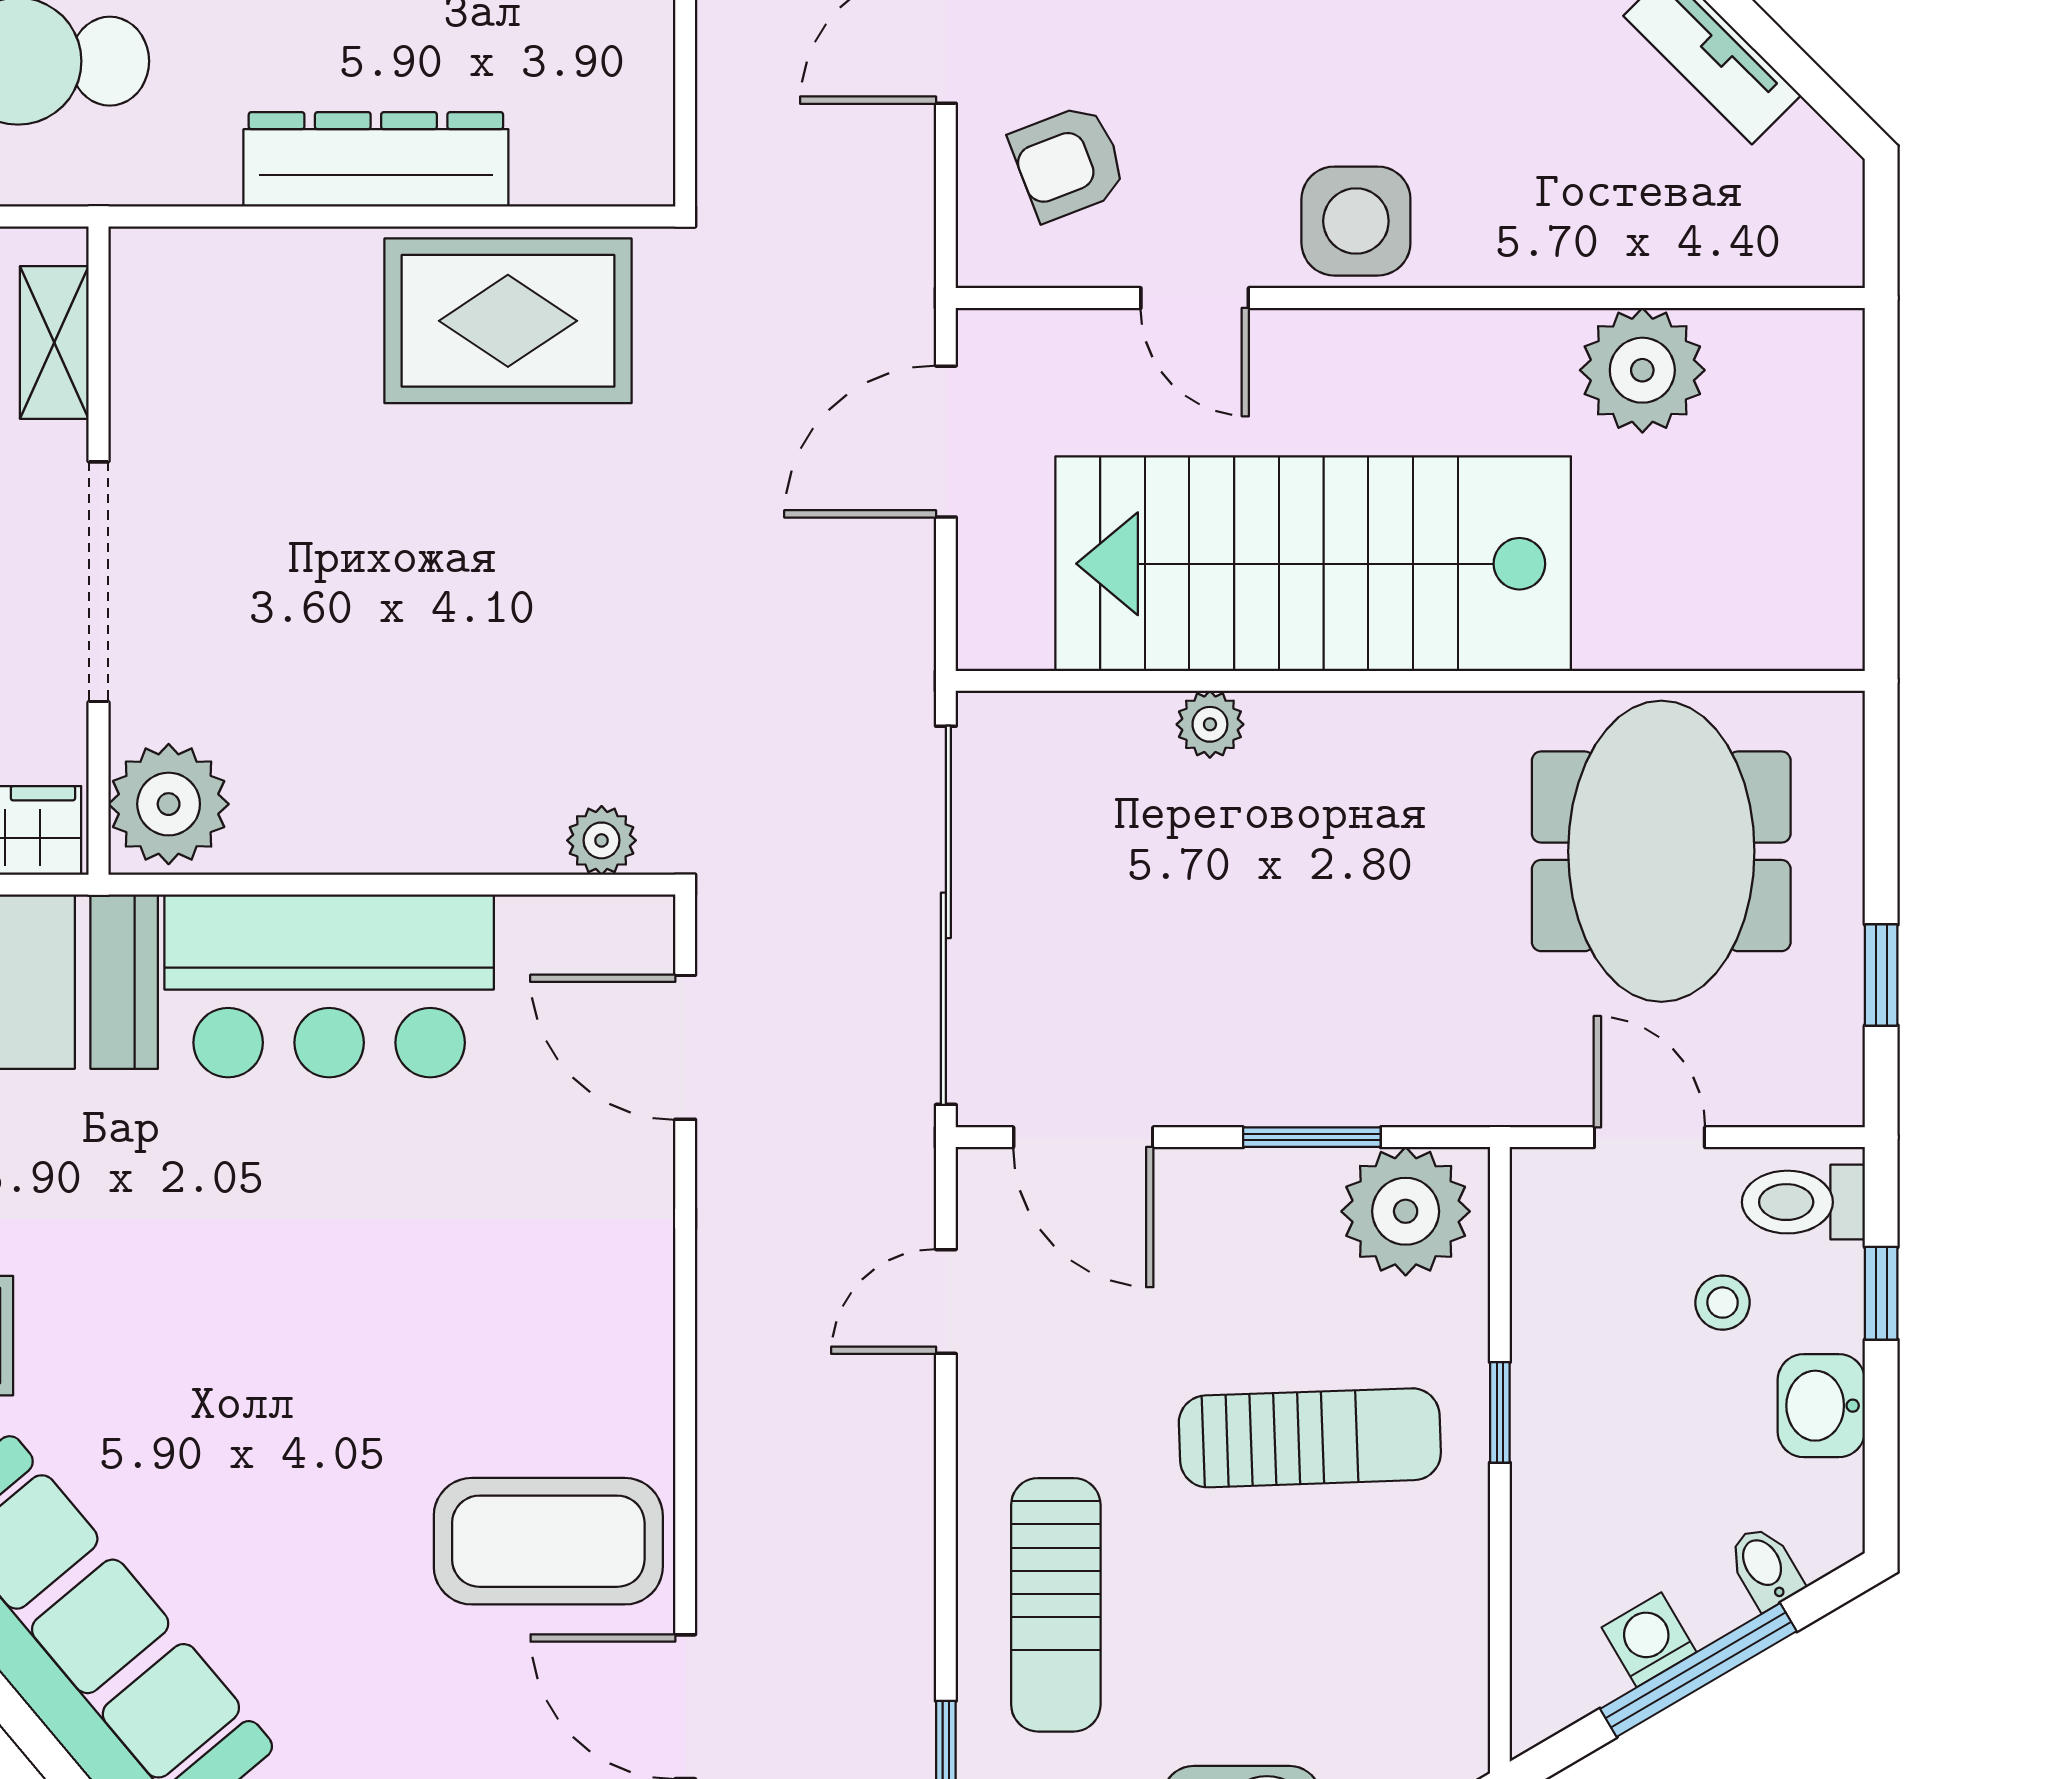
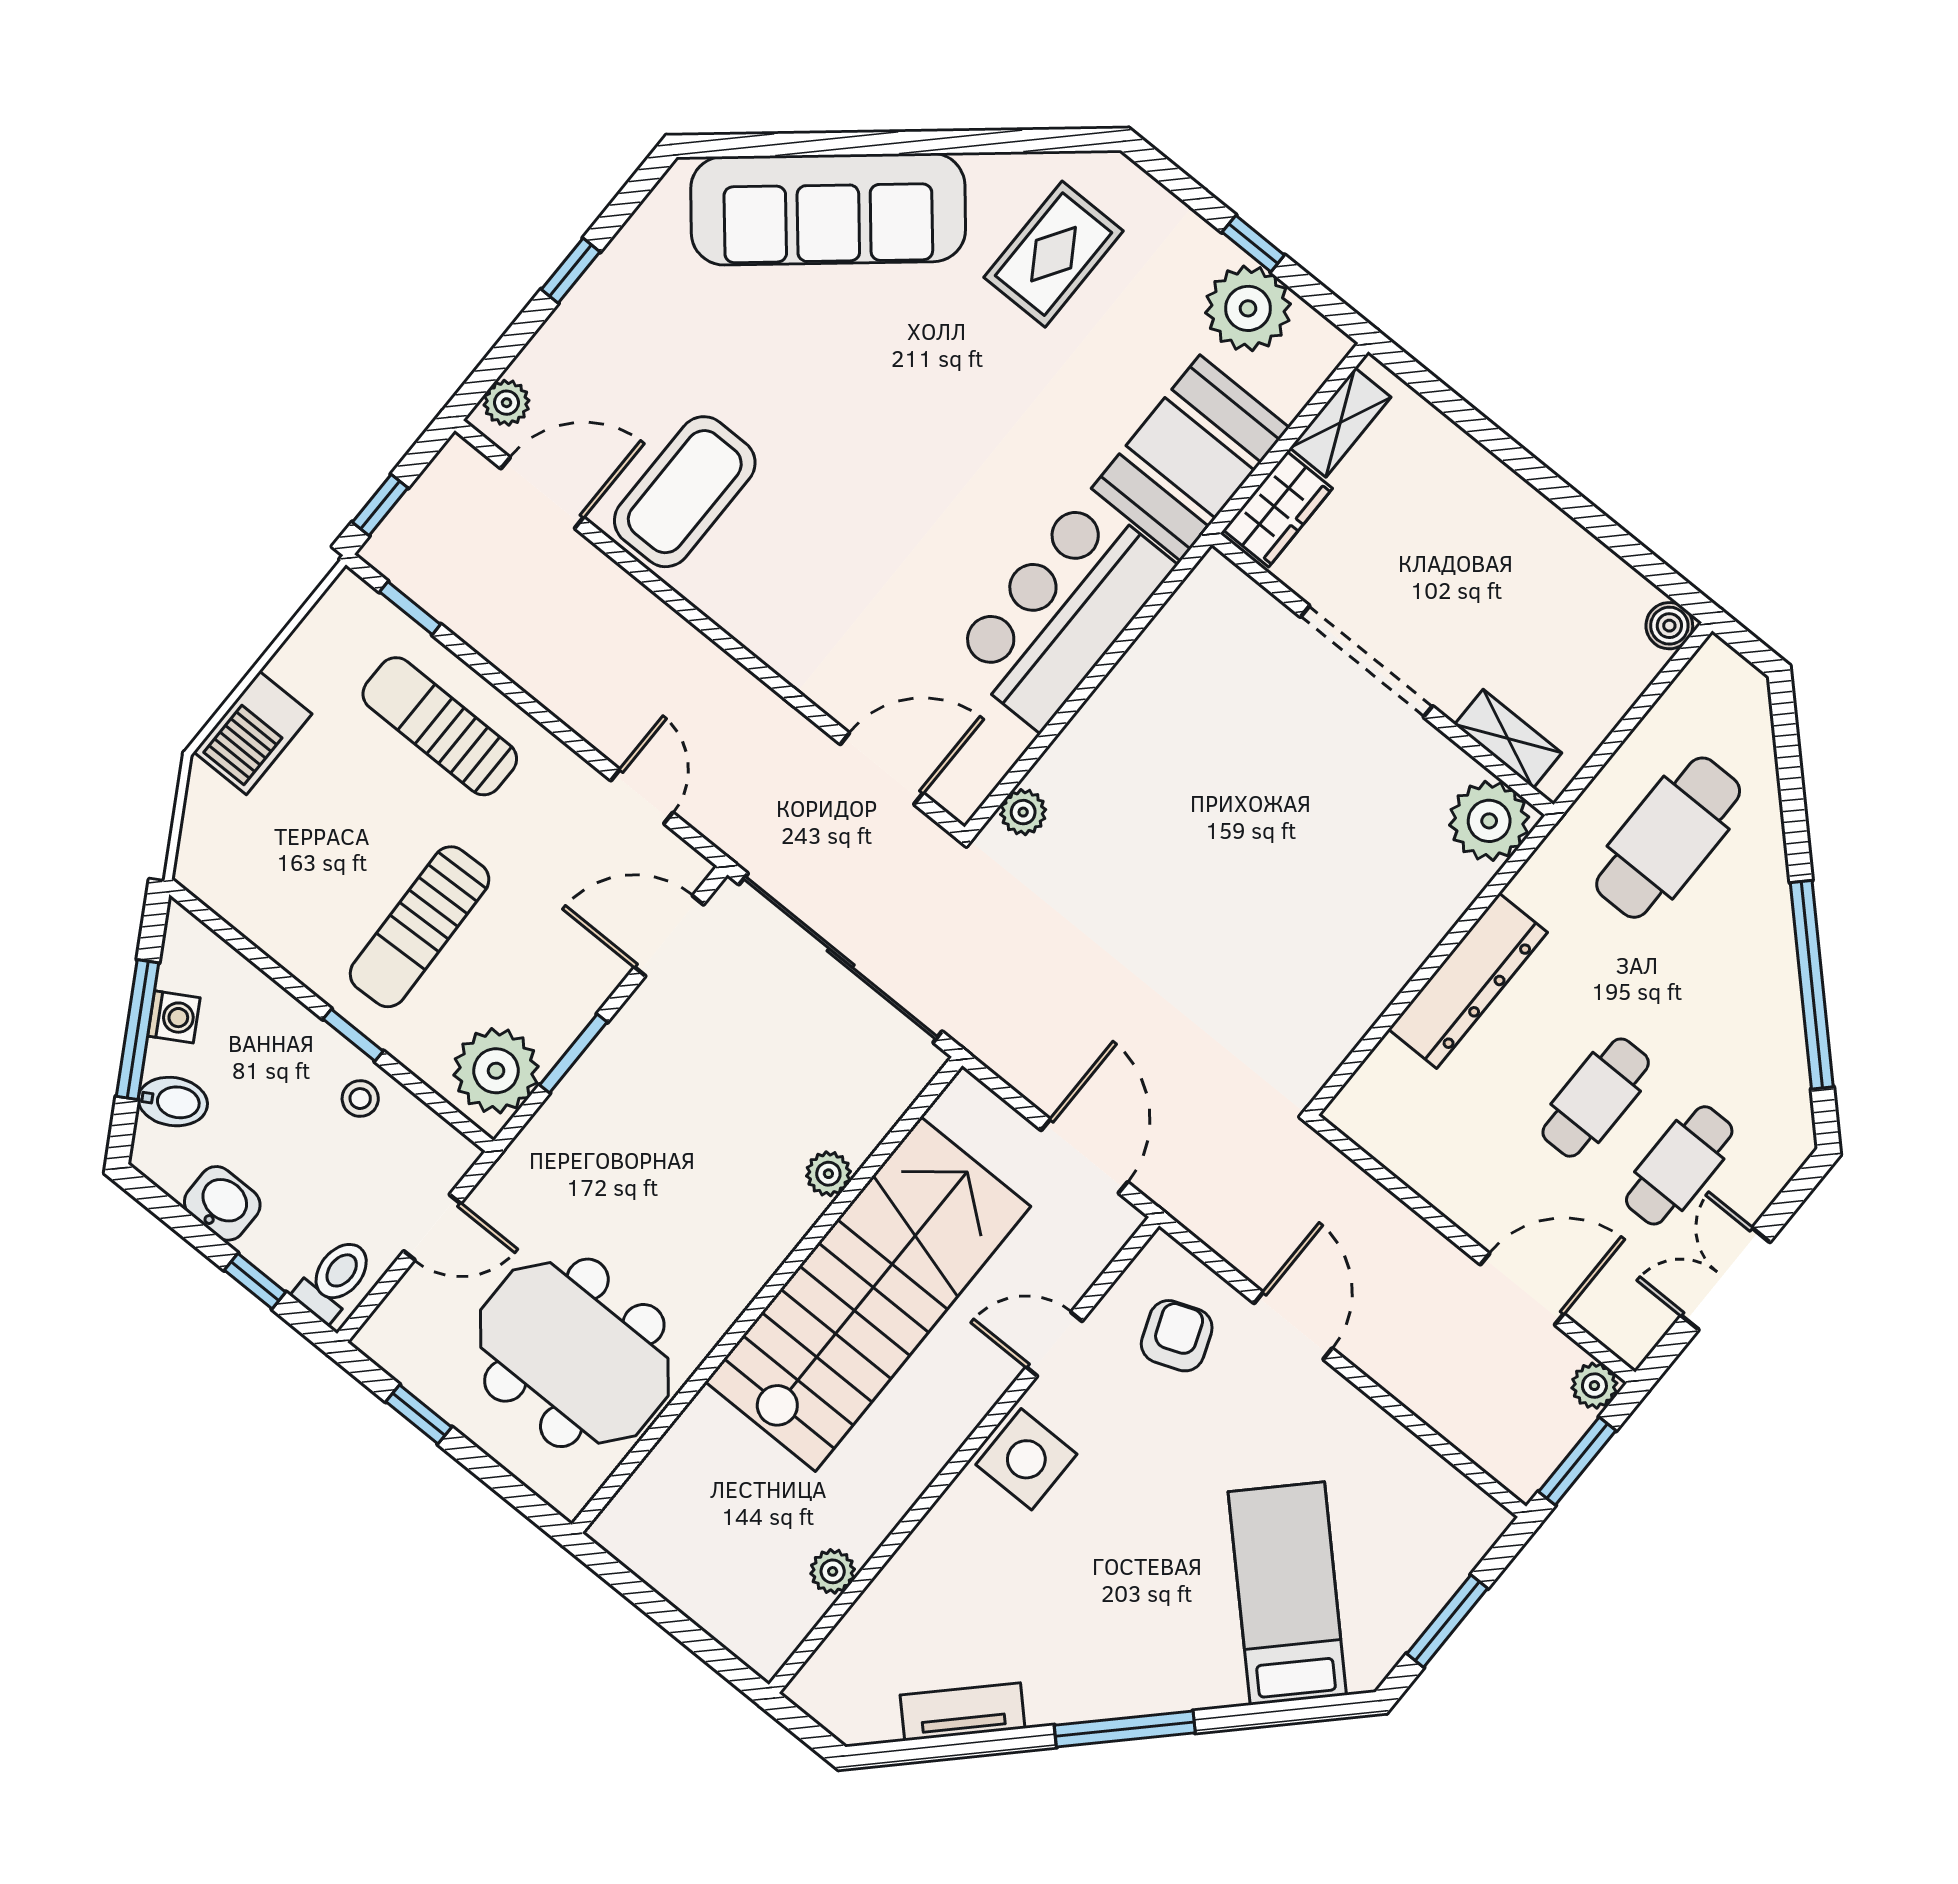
rug: (508, 321) -> (1330, 981), removed
plant: (1642, 370) -> (833, 1571), width x0.53, depth x0.53
plant: (169, 804) -> (1489, 821), moved
stool: (1723, 1303) -> (360, 1099), moved
bidet: (1765, 1567) -> (173, 1102), width x1.38, depth x1.36

